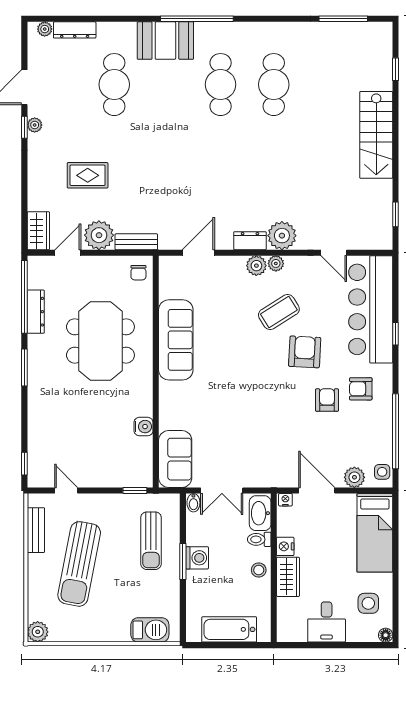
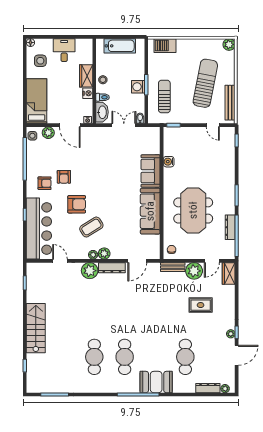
dresser: (250, 241) -> (112, 268), width x1.44
armchair: (305, 352) -> (77, 204), turned -93
sofa: (175, 459) -> (151, 171), moved
bench: (36, 530) -> (230, 103), width x1.36

